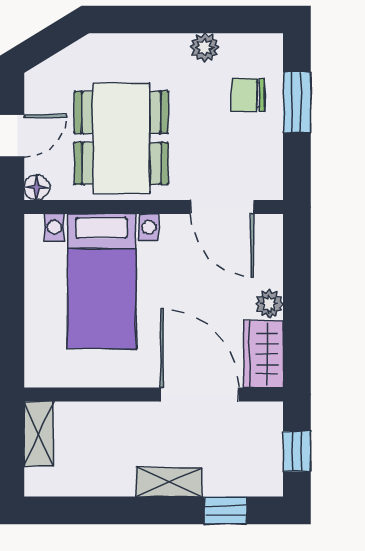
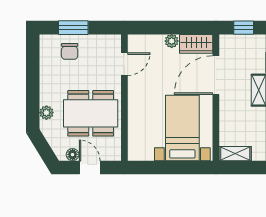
plant: (205, 47) -> (46, 113), moved
floor lamp: (37, 187) -> (73, 155), moved
door: (222, 207) -> (124, 64), width x0.73
bed with nightstands: (102, 281) -> (182, 128), moved, turned -90

